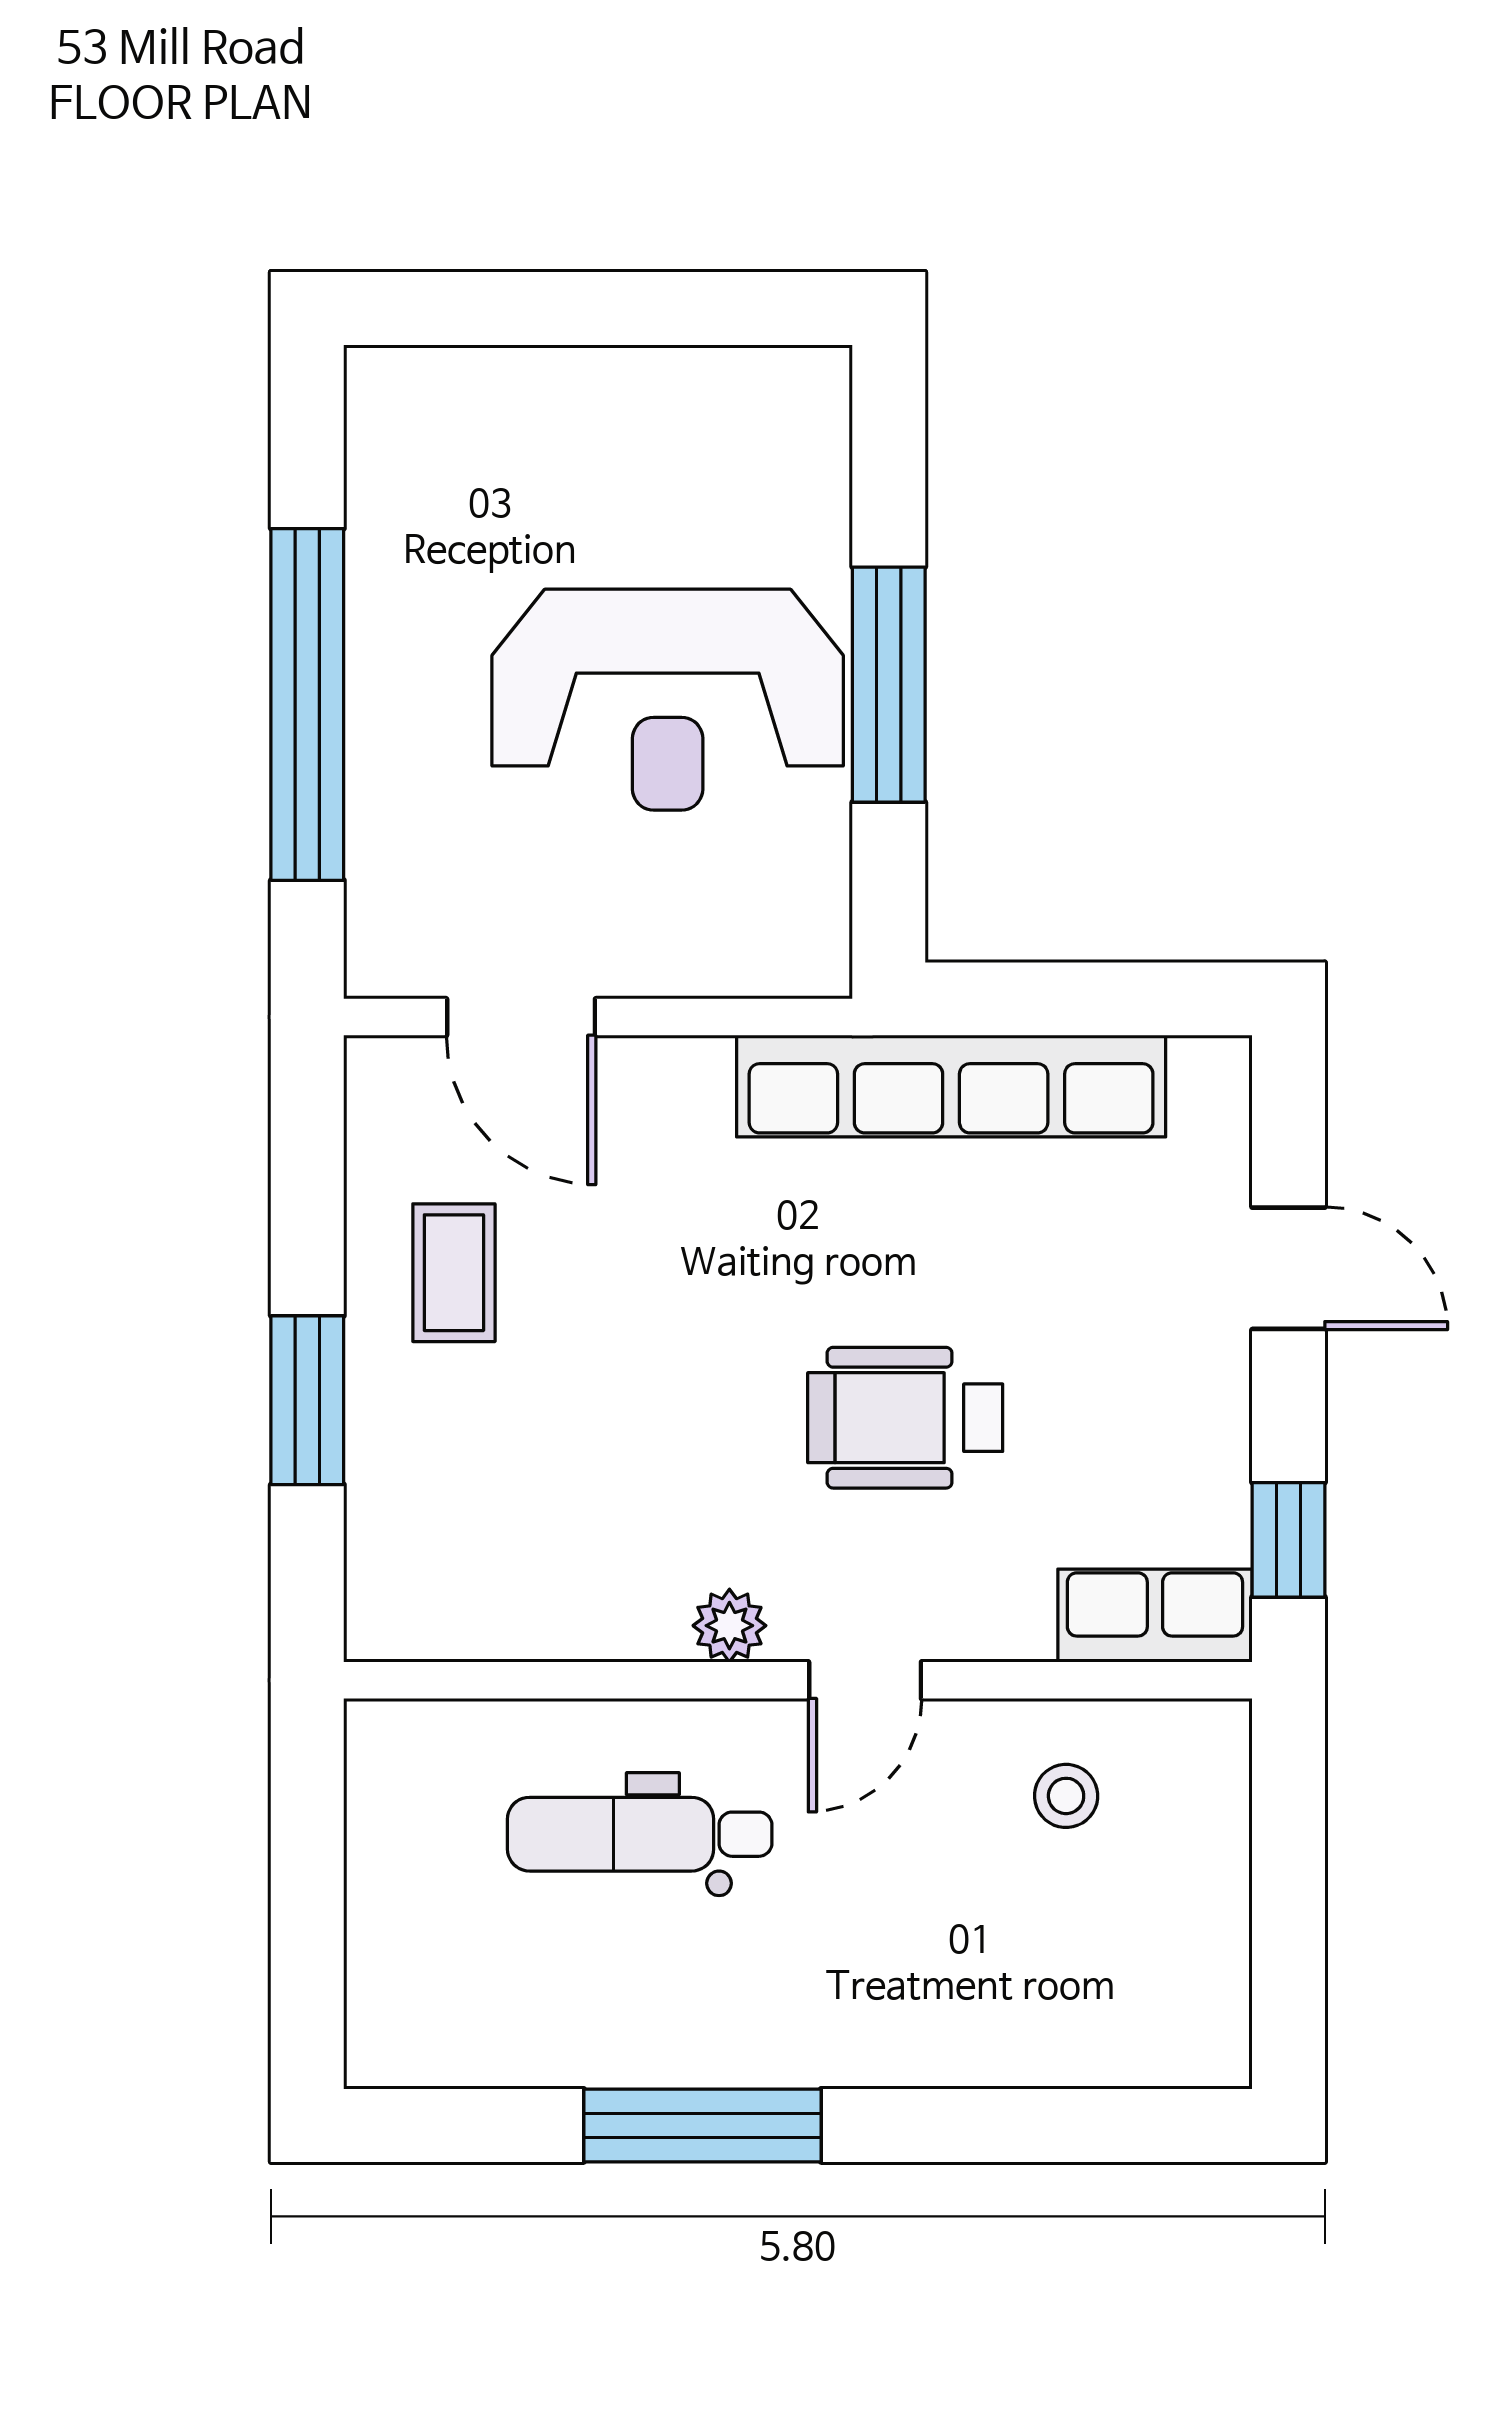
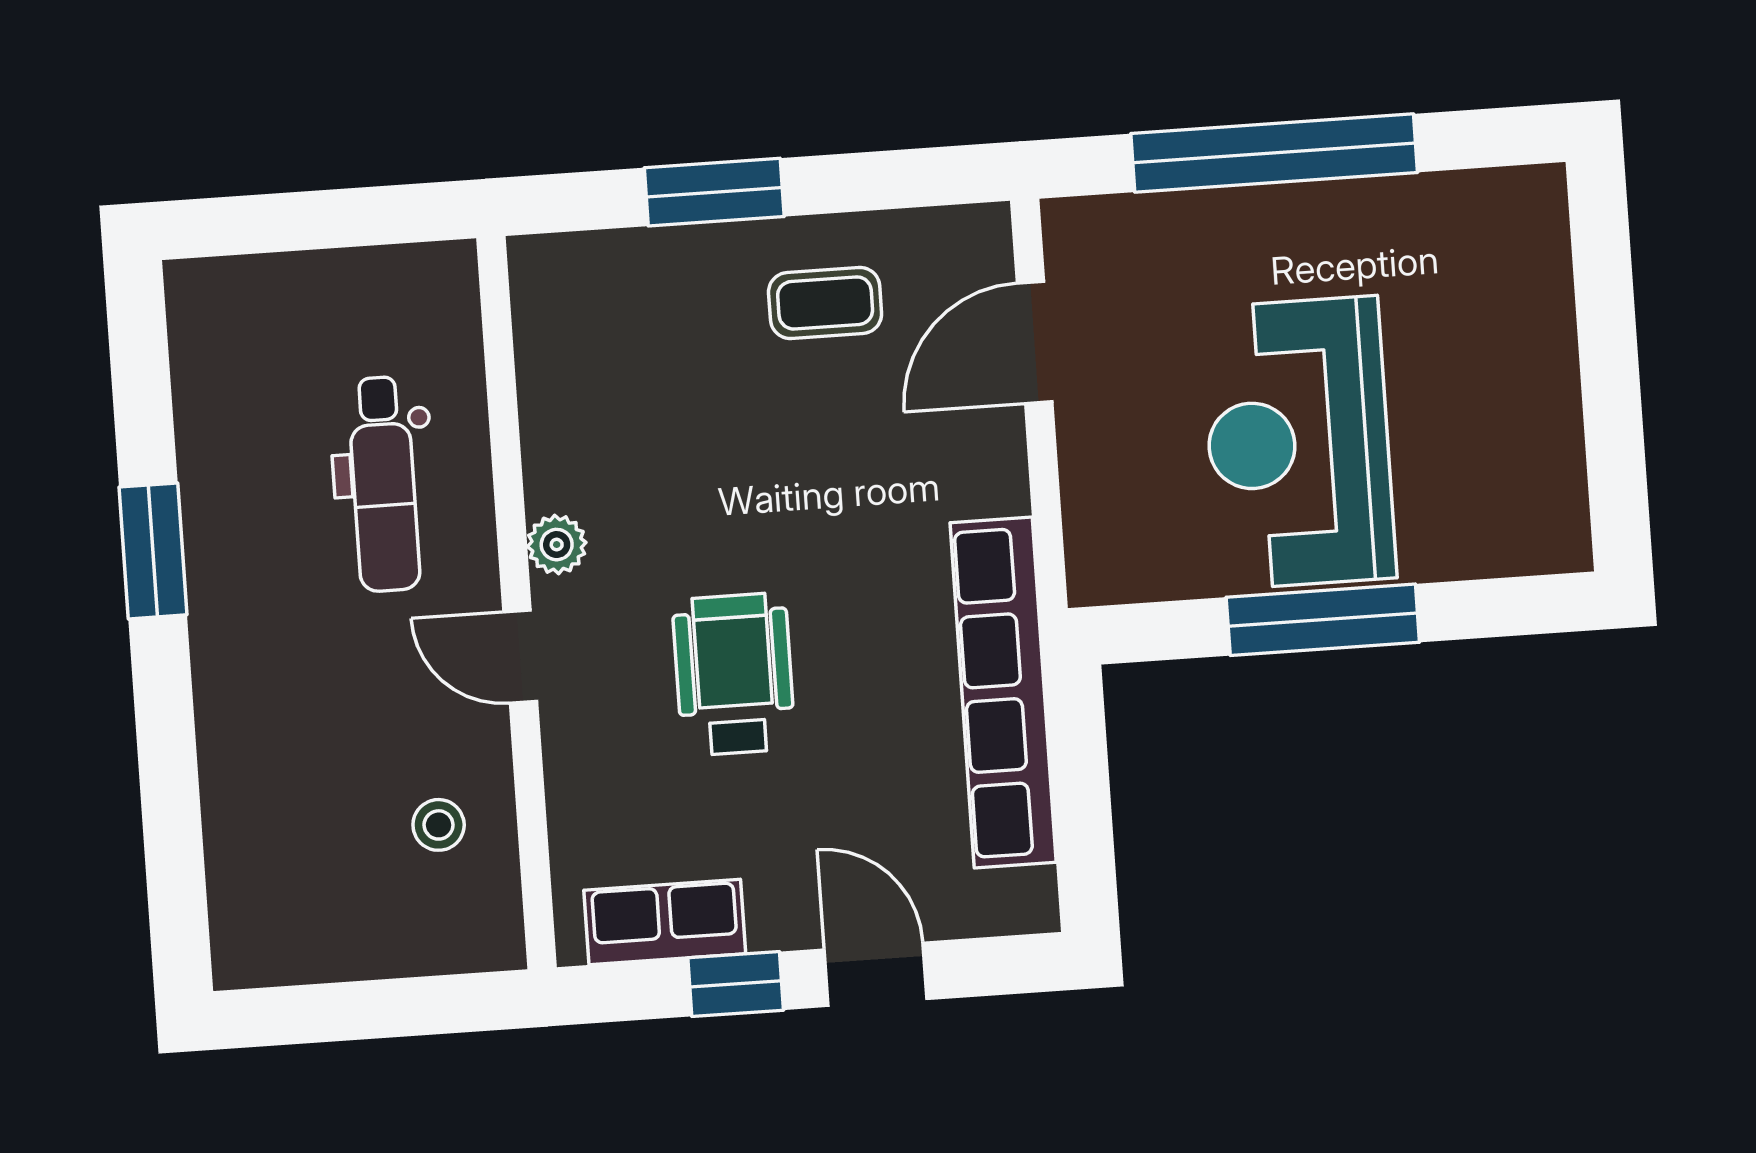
door: (1288, 1268) -> (876, 974), swing flipped
window: (1288, 1540) -> (736, 984), moved
row of seats: (1155, 1616) -> (665, 922), moved, turned -90
dental chair: (640, 1834) -> (384, 484), turned 180
window: (702, 2125) -> (153, 551), width x0.69

